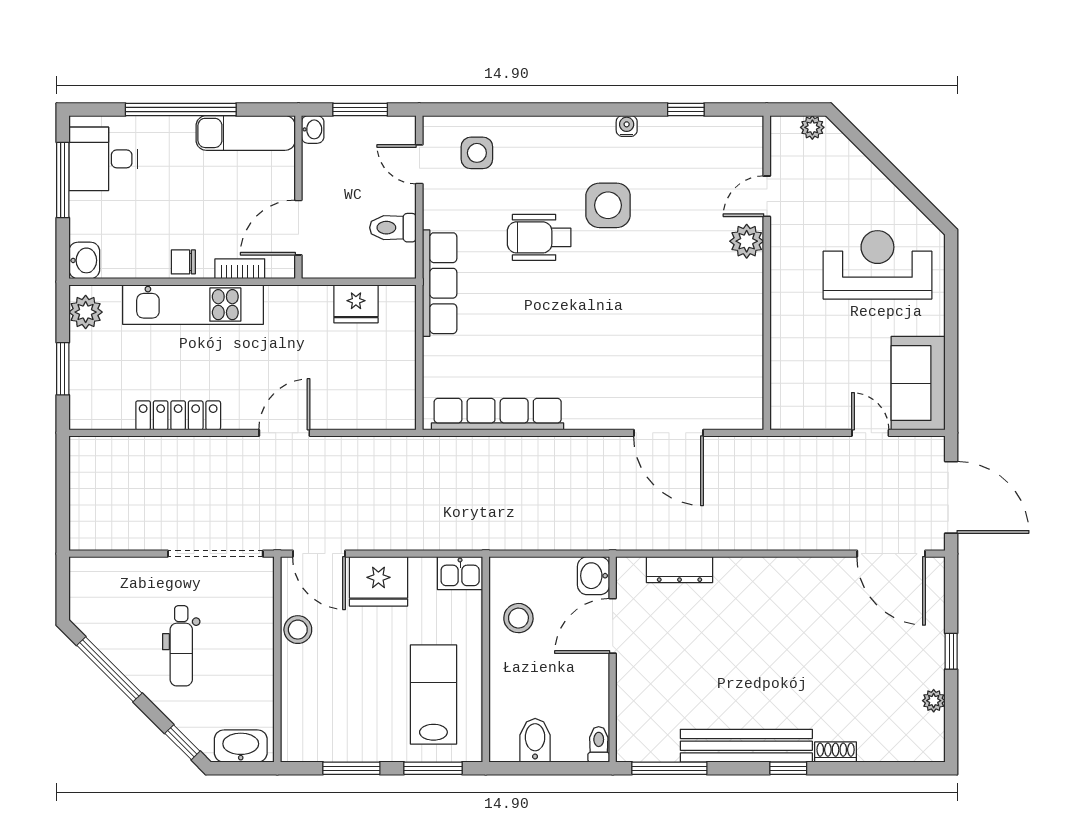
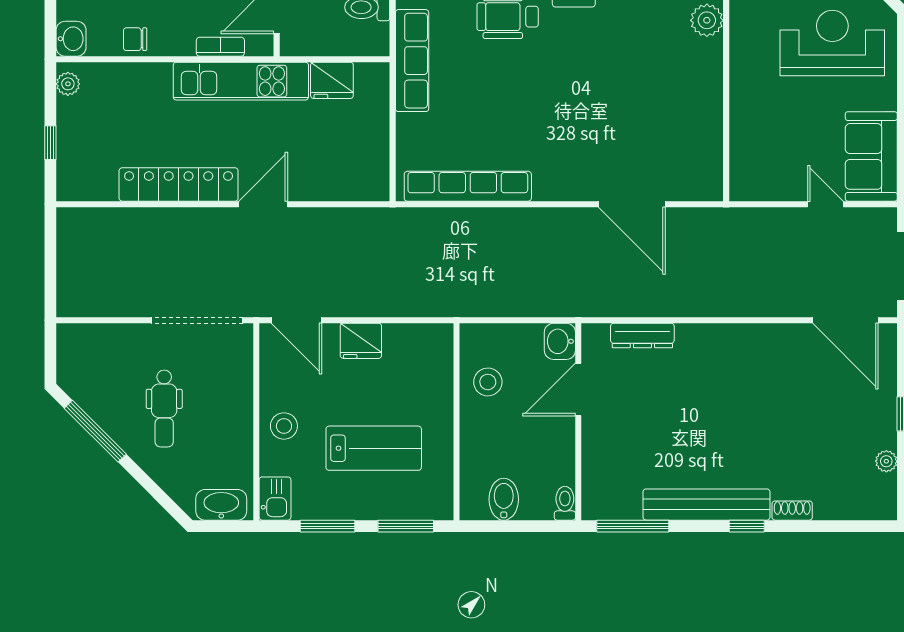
chair: (183, 262) -> (135, 39), moved
kitchen unit: (193, 305) -> (241, 81), moved
plant: (86, 312) -> (68, 84), width x0.73, depth x0.73
window: (63, 369) -> (50, 143), width x0.67
locker: (178, 415) -> (179, 184), width x1.41, depth x1.21
kitchen sink: (460, 573) -> (275, 499), moved, turned -90
fridge: (378, 581) -> (361, 341), width x0.73, depth x0.75
stool: (298, 630) -> (284, 426), moved
lab bench: (433, 695) -> (374, 448), moved, turned 90
window: (182, 742) -> (165, 501), removed

